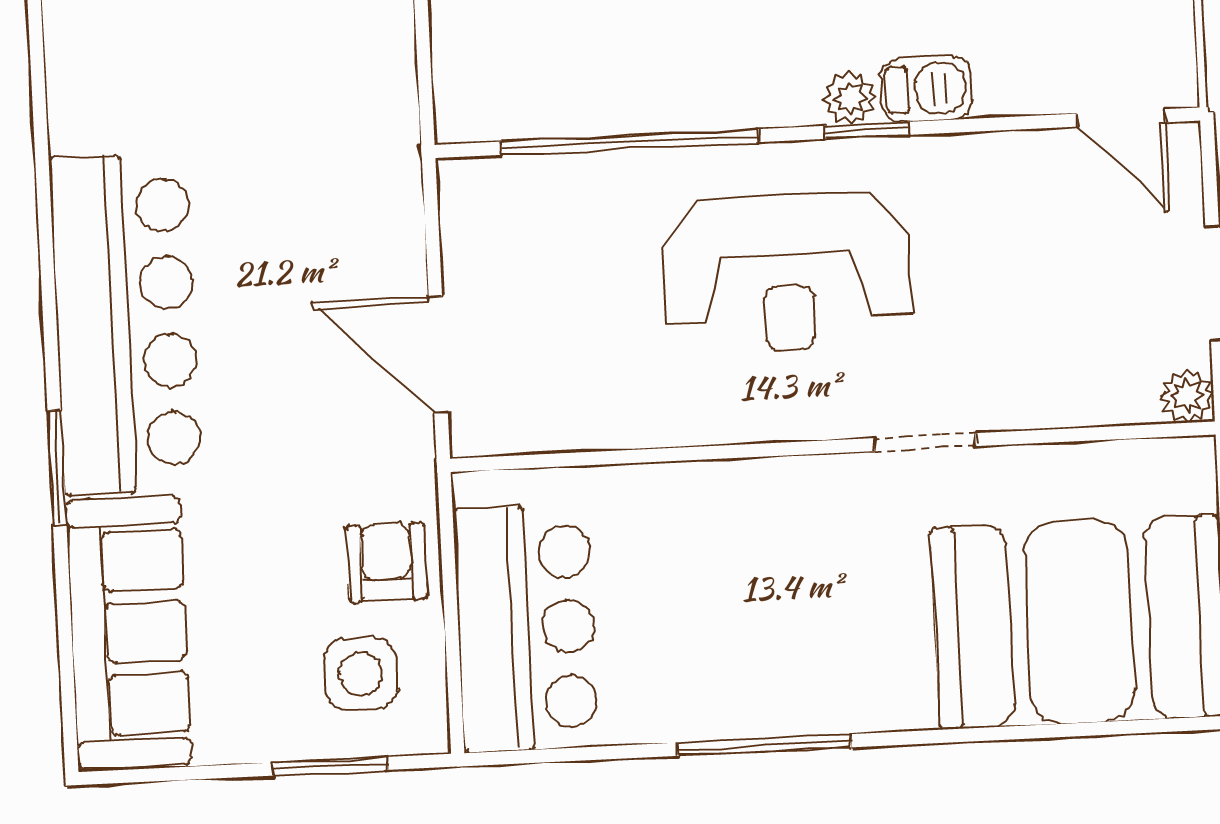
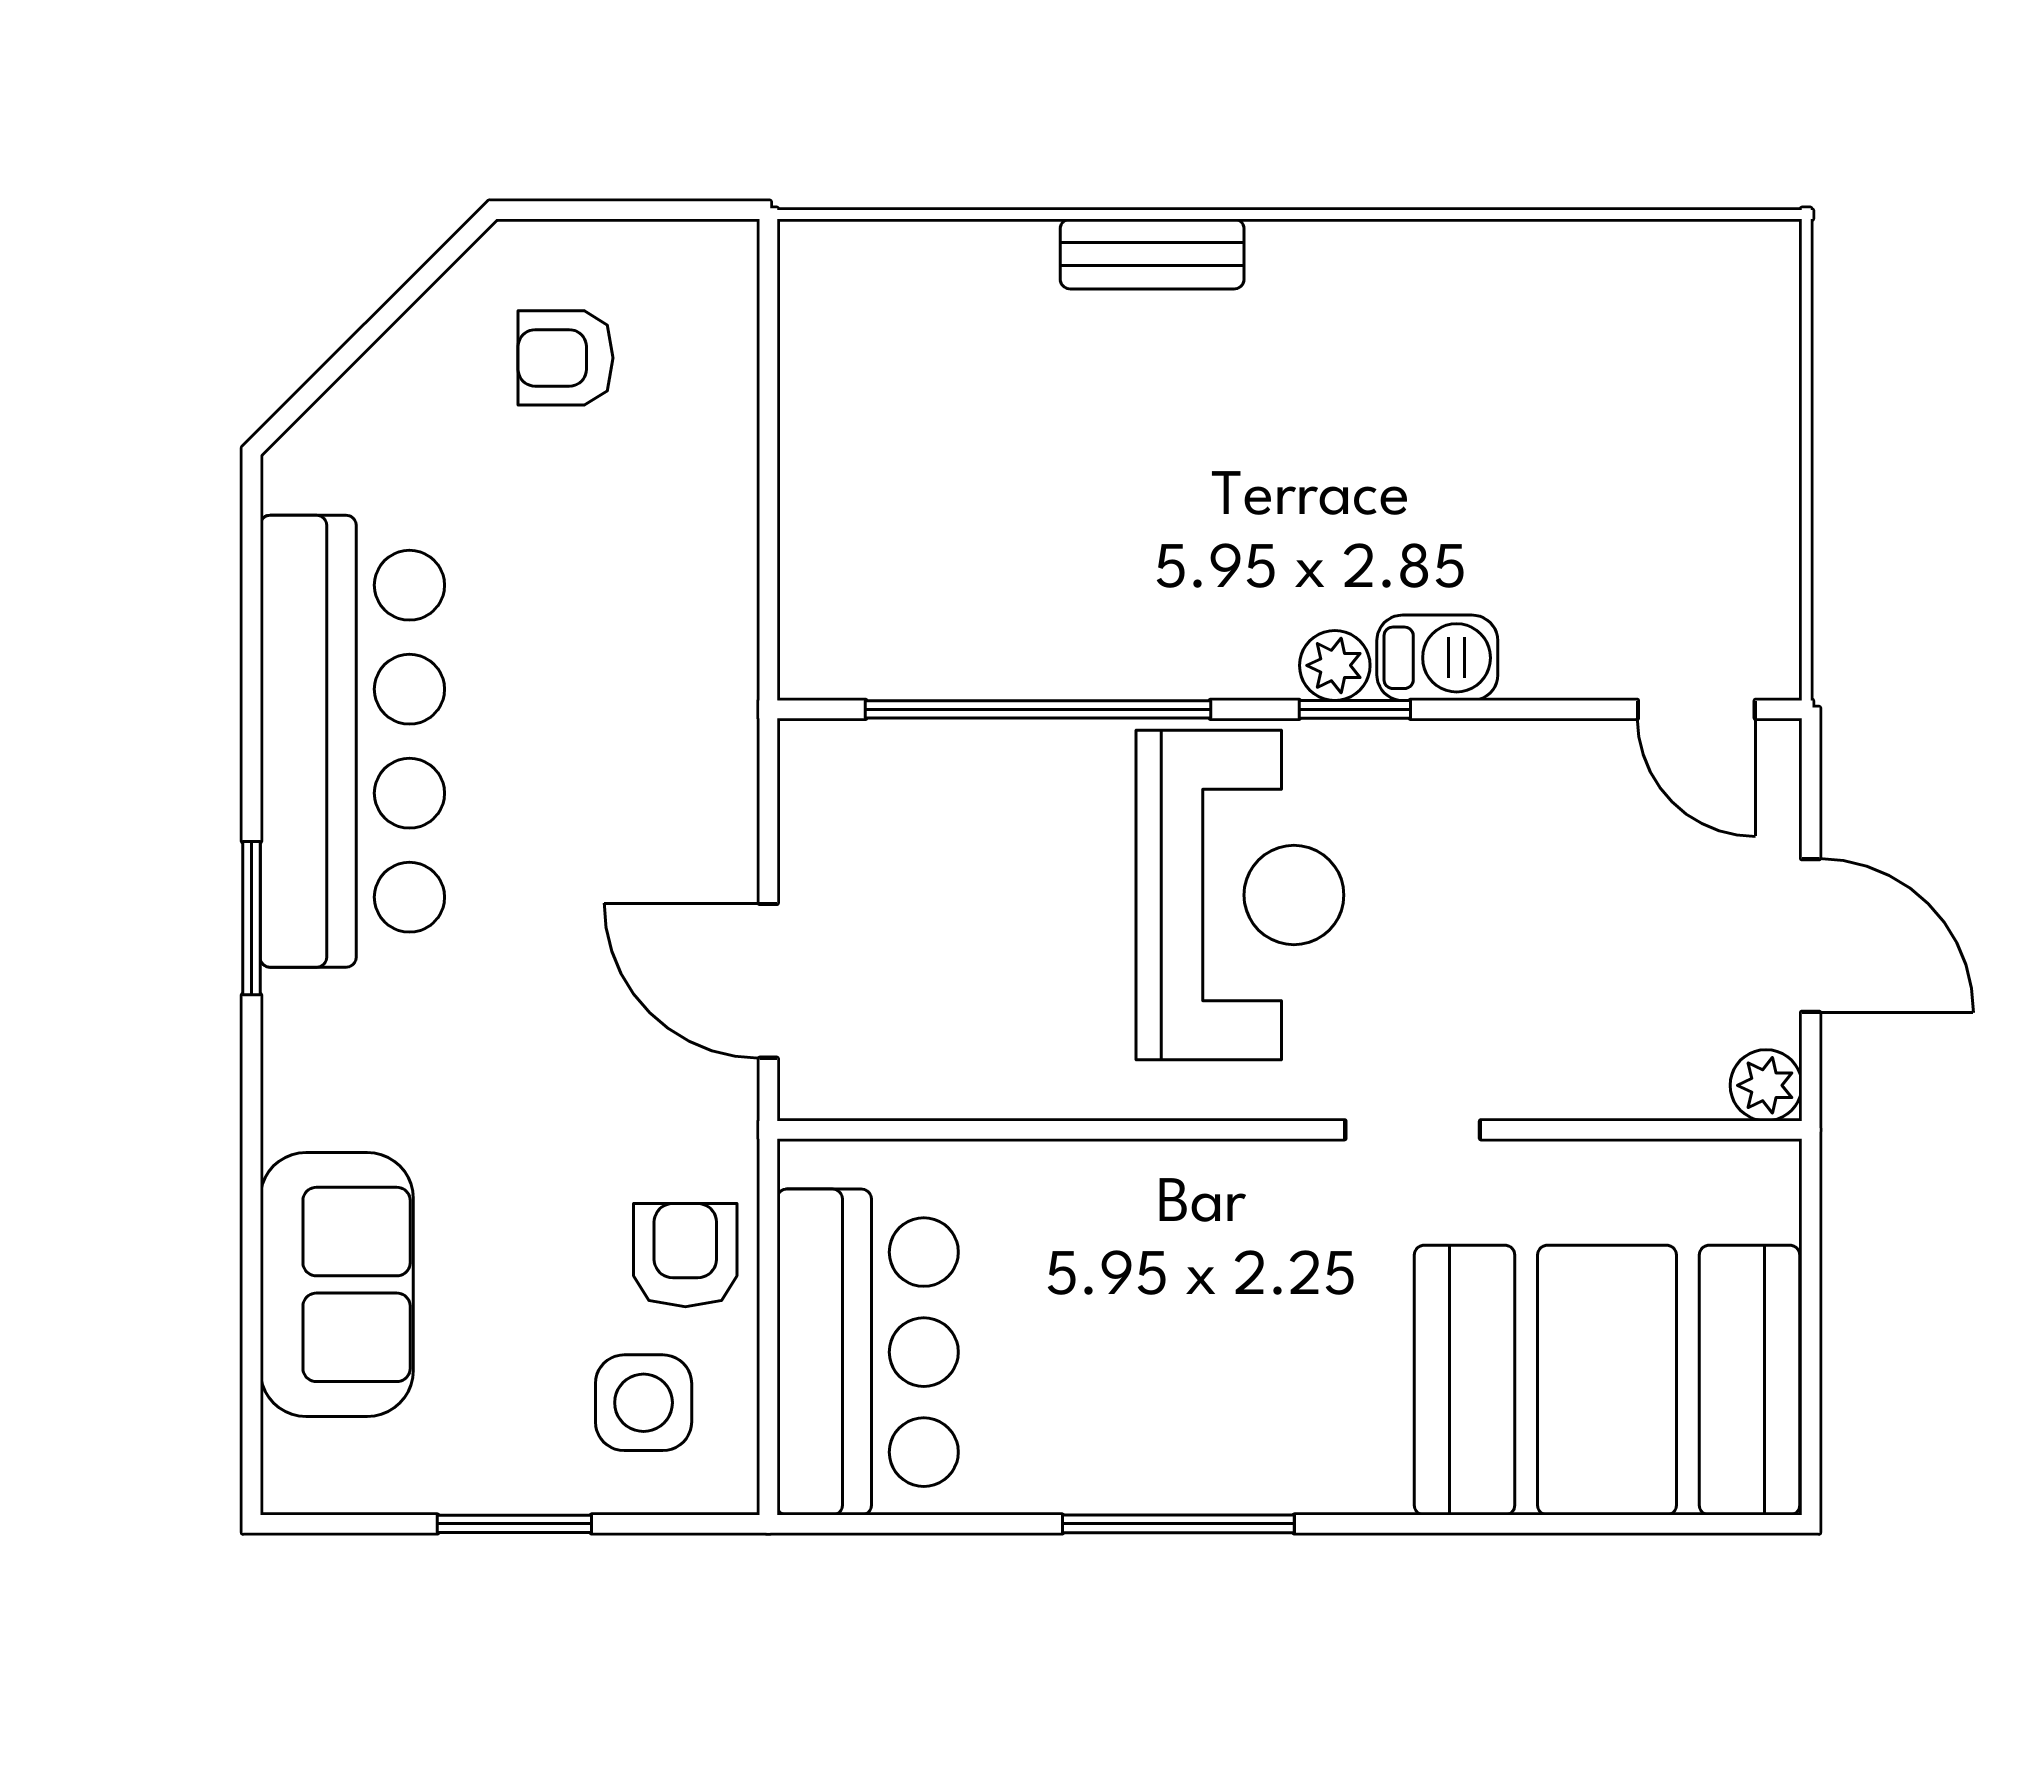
reception desk: (787, 273) -> (1240, 895), turned -90
bar counter: (125, 324) -> (352, 741), moved
window: (57, 468) -> (252, 918), moved
sofa: (129, 633) -> (337, 1284), width x0.73
window: (330, 766) -> (514, 1524), moved

